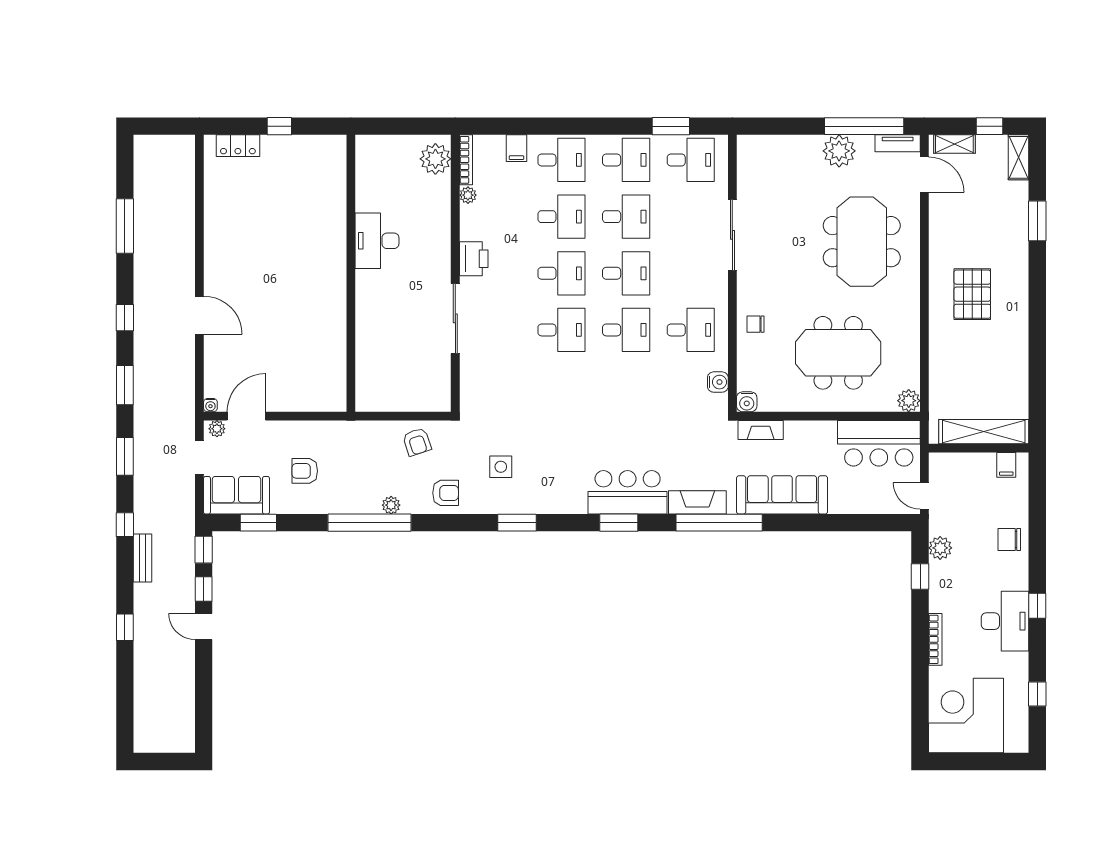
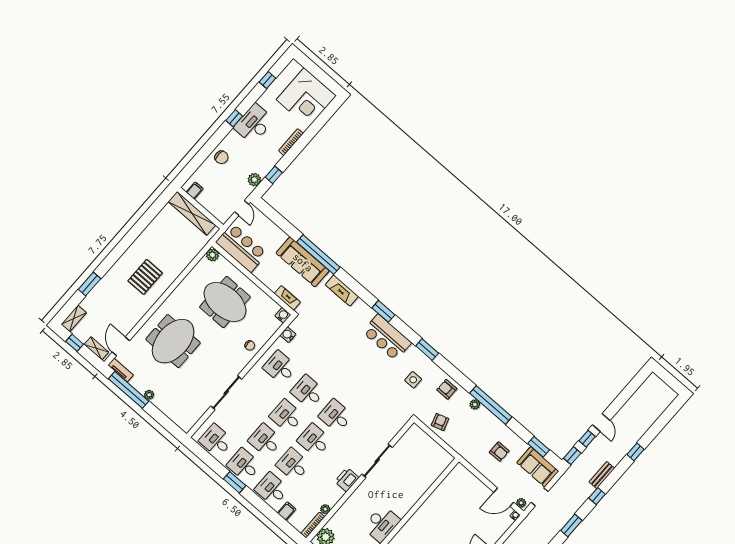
window: (671, 126) -> (235, 482), moved
plant: (839, 151) -> (149, 395), width x0.53, depth x0.53
bar counter: (628, 492) -> (387, 337), moved
window: (719, 523) -> (318, 255), moved

